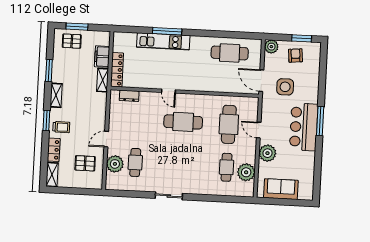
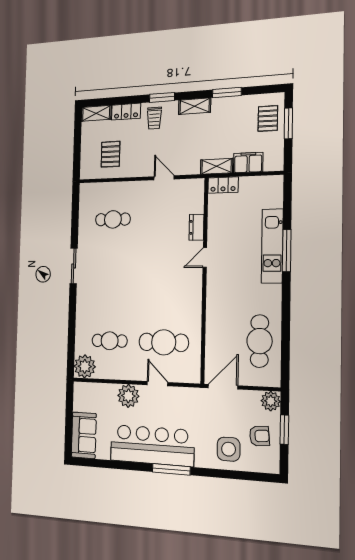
window: (302, 38) -> (284, 430), moved
locker: (117, 70) -> (223, 185), width x0.66
side table: (285, 87) -> (229, 449), moved
dresser: (129, 96) -> (196, 227), moved
cafe table: (183, 122) -> (165, 280), removed
bar counter: (304, 127) -> (152, 445), width x1.36
door: (259, 130) -> (157, 384), hinge flipped
door: (106, 139) -> (164, 178), moved
plant: (115, 164) -> (111, 193), removed
plant: (246, 172) -> (85, 366), moved
sofa: (281, 189) -> (84, 435), moved

